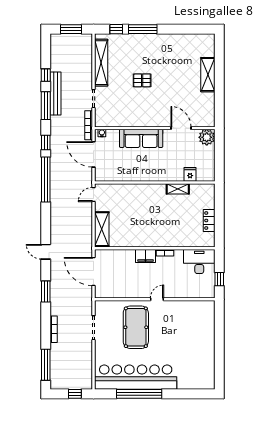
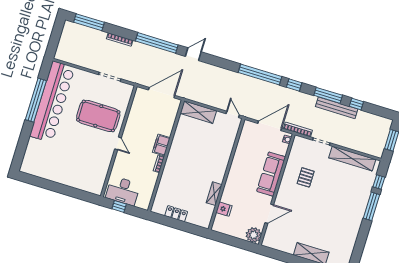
pallet: (142, 80) -> (306, 177), moved
desk: (199, 261) -> (123, 191), moved, turned 90
window: (46, 291) -> (157, 43), width x2.11
window: (75, 394) -> (54, 41), removed

